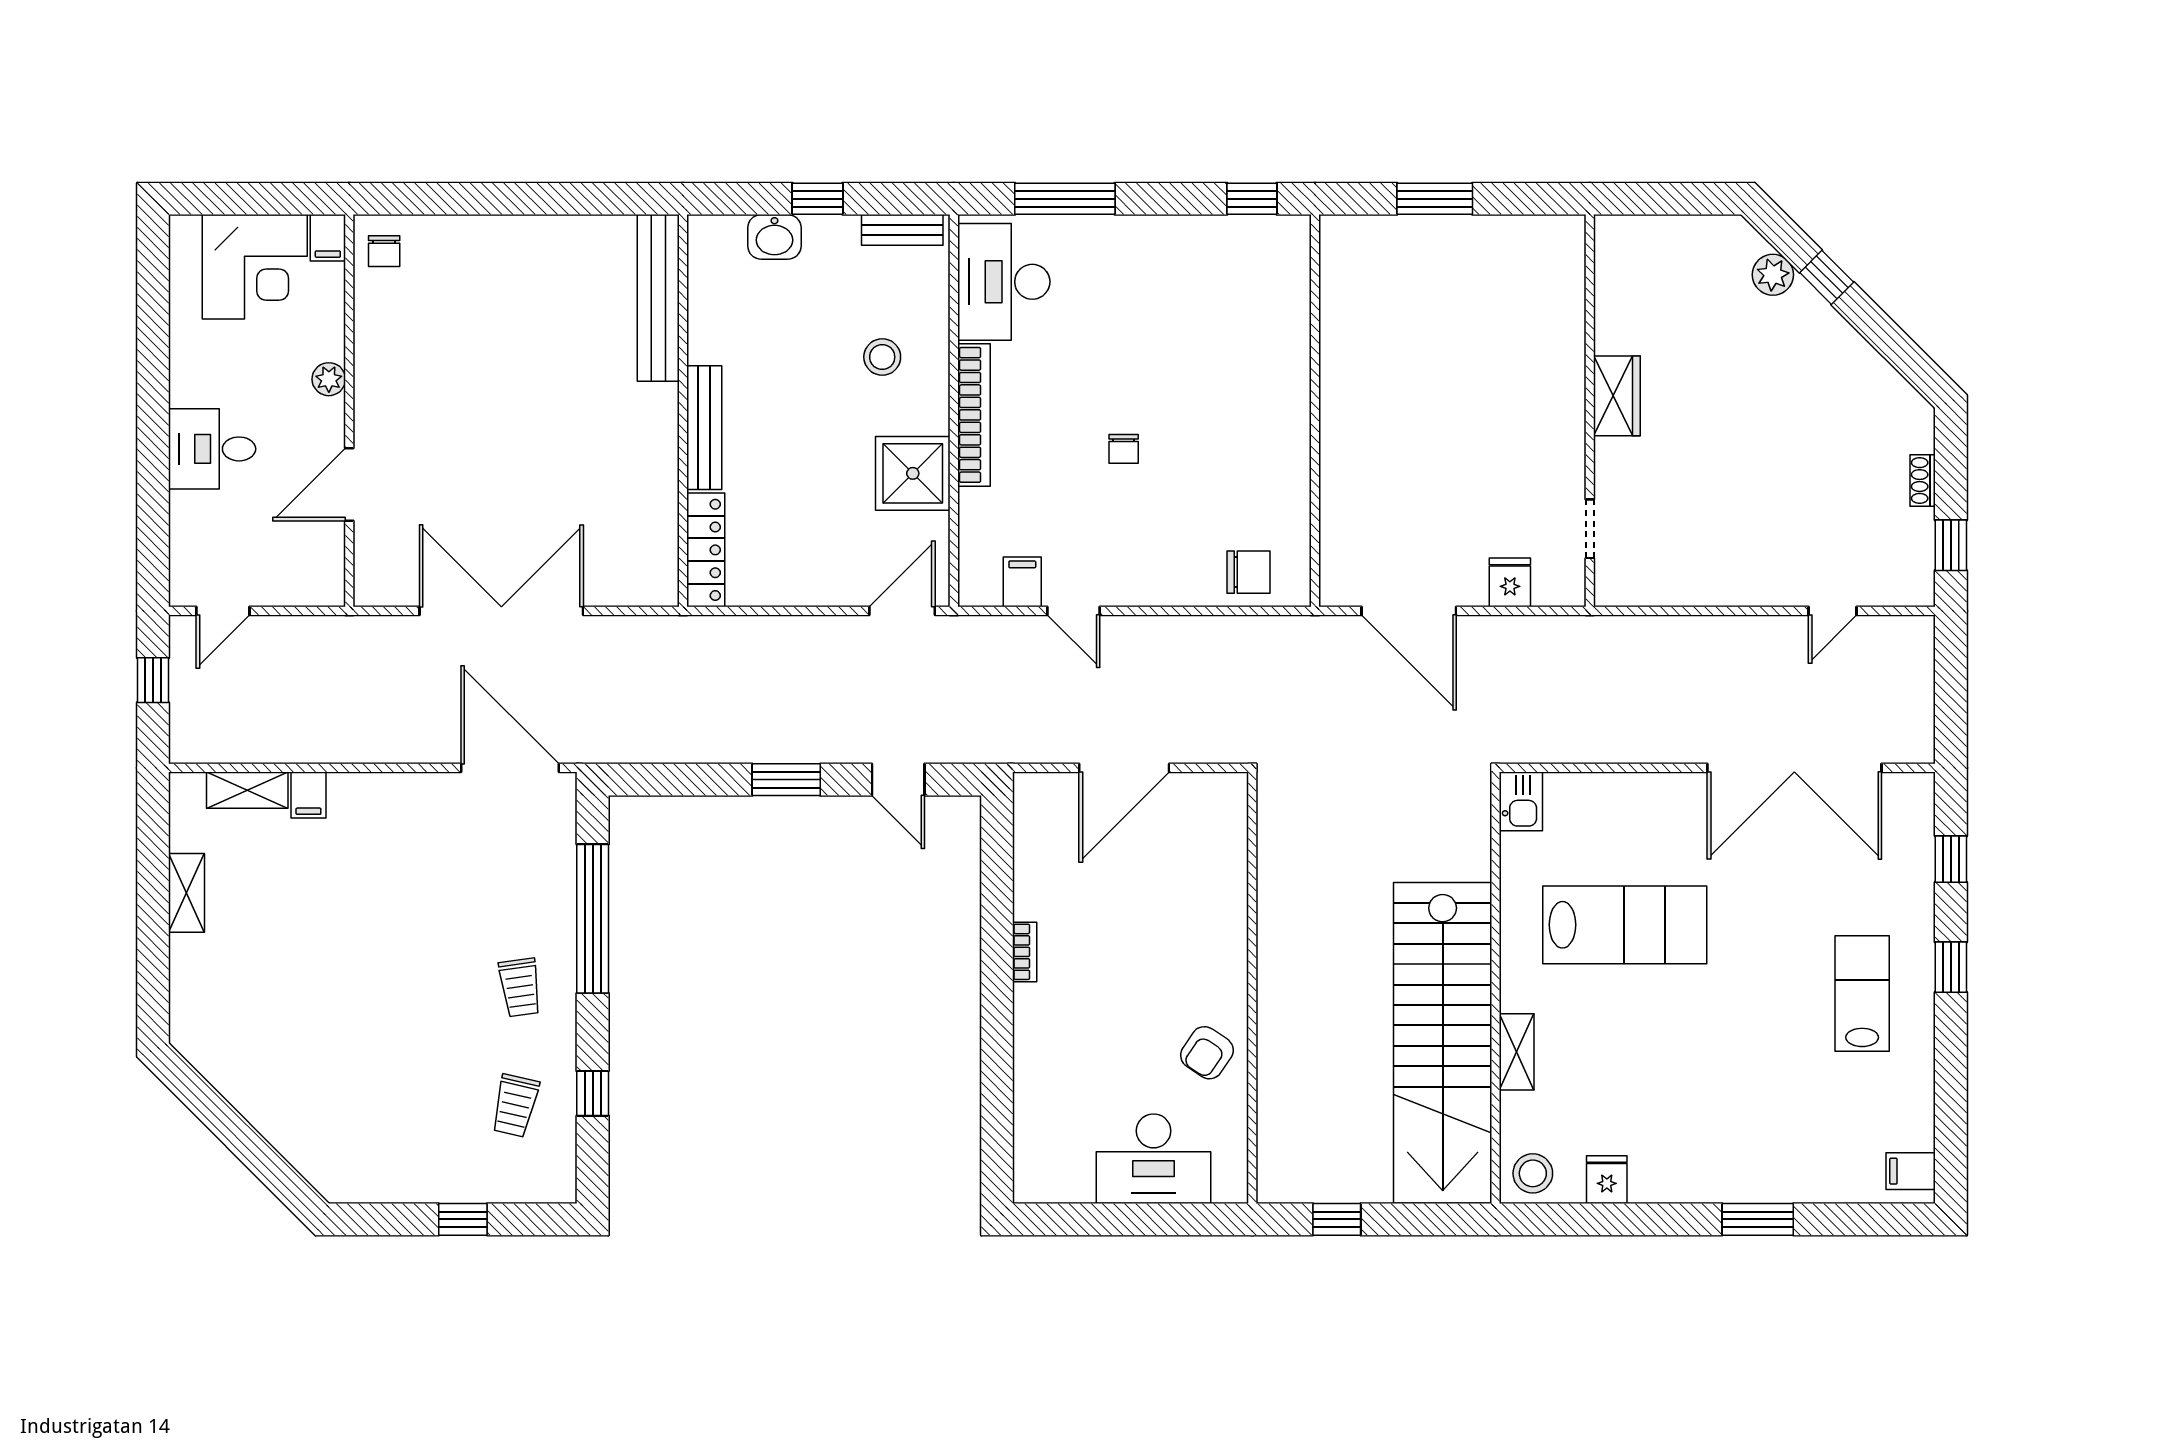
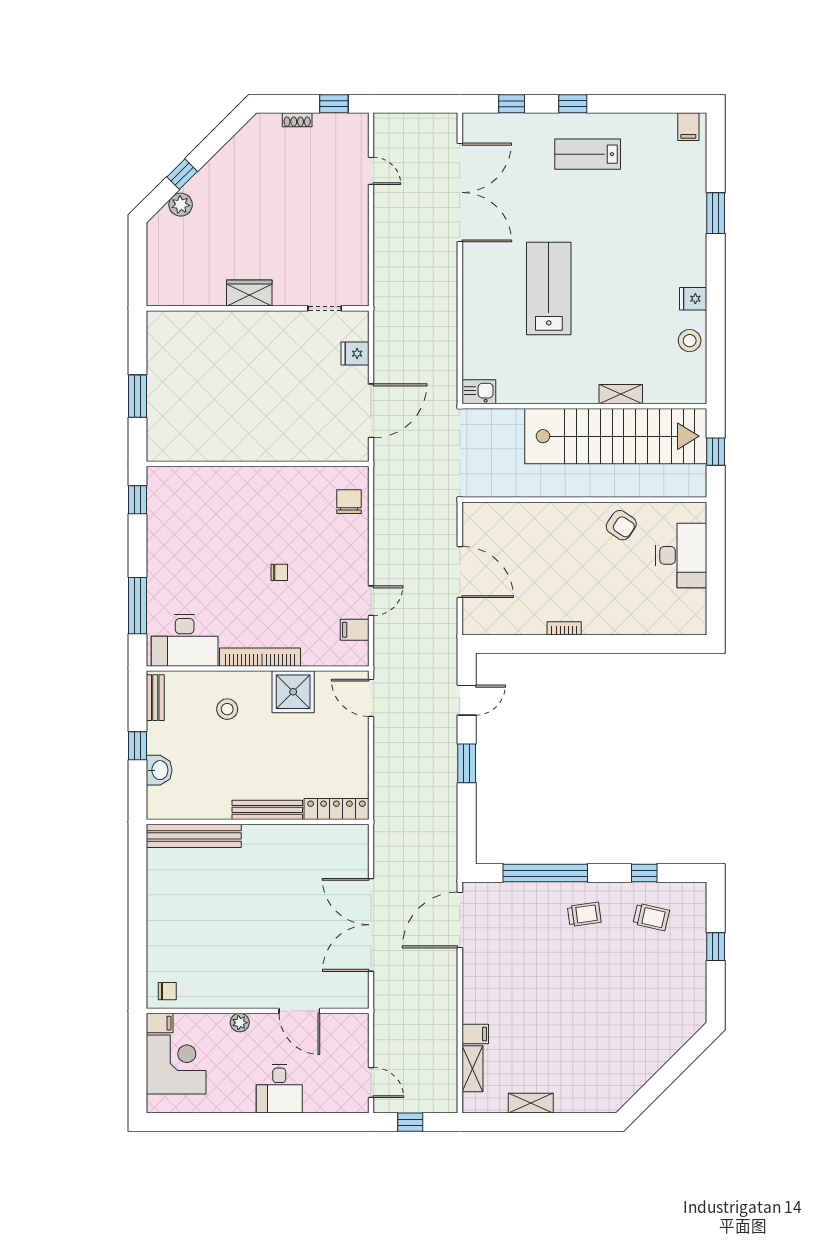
kitchen sink: (1521, 801) -> (479, 392), moved
wall: (1496, 988) -> (584, 406), moved
stairs: (1443, 1043) -> (616, 436), moved
shelving: (1517, 1052) -> (621, 394), moved

